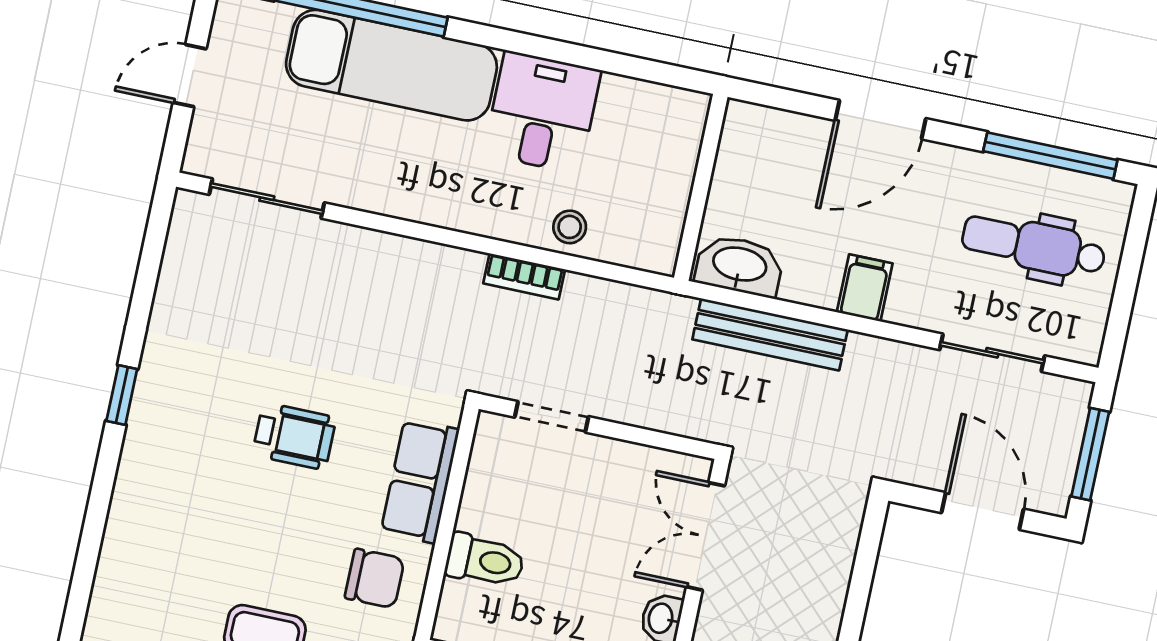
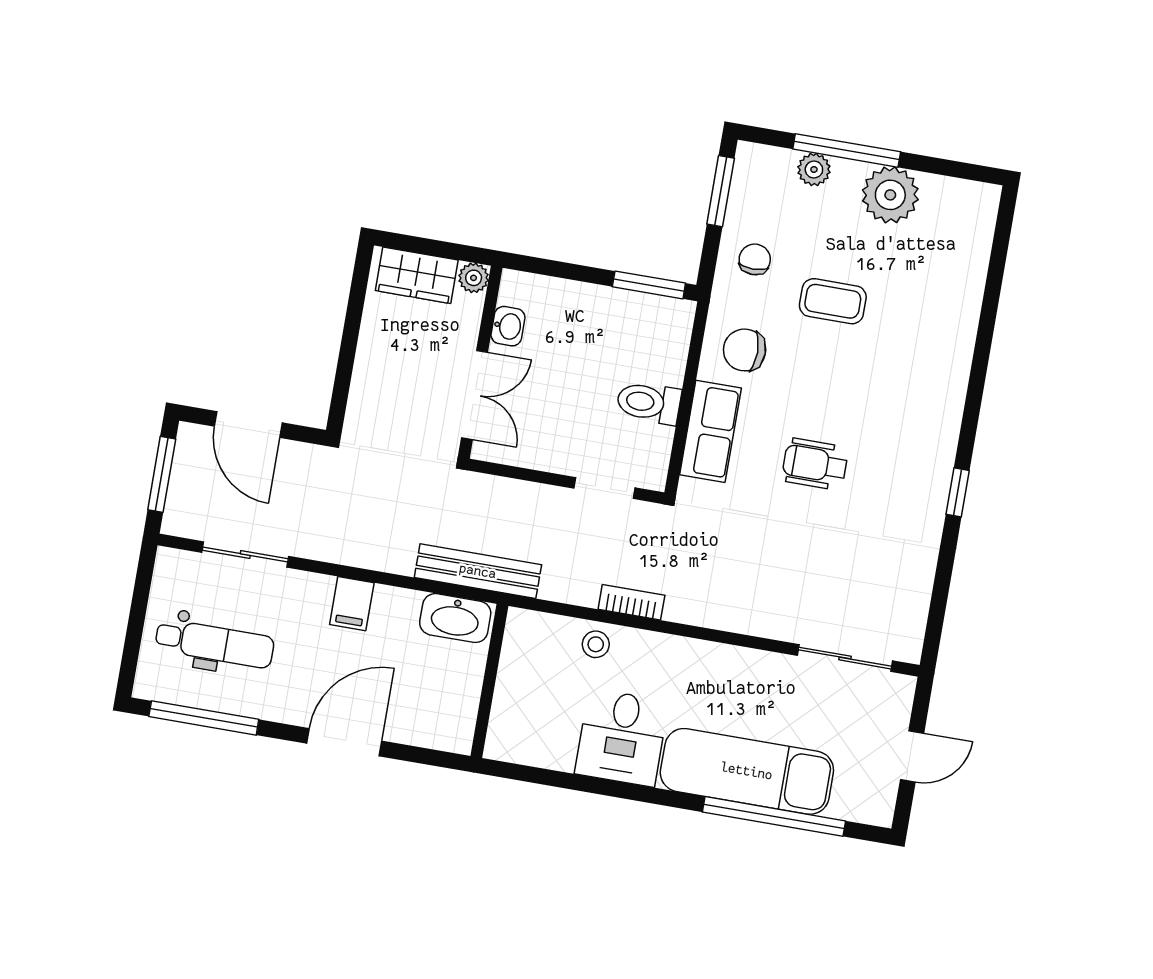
bench: (770, 334) -> (478, 571), moved
toilet: (485, 561) -> (649, 403), moved

